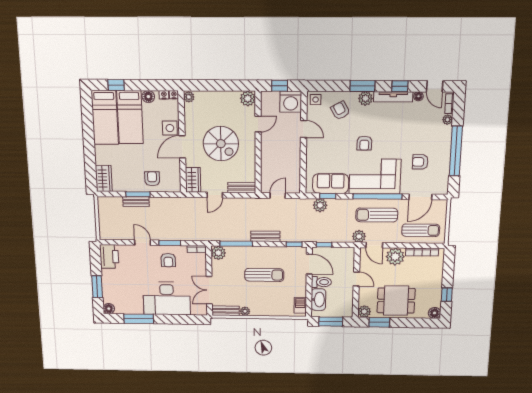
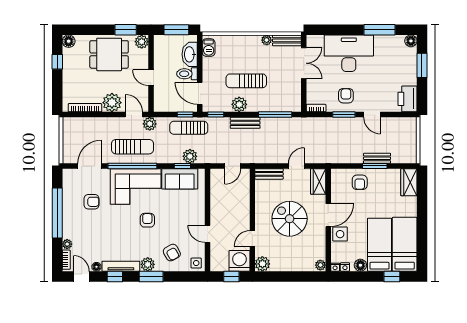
washing machine: (291, 102) -> (239, 261), moved
sun lounger: (421, 230) -> (189, 128), moved
plant: (218, 253) -> (239, 104), moved

